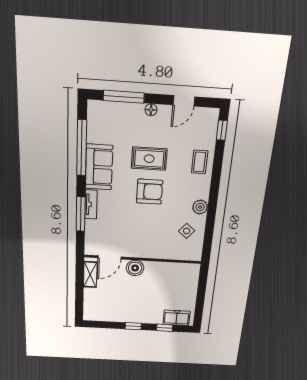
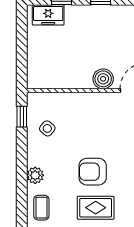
plant: (200, 207) -> (35, 175), moved
window: (208, 242) -> (22, 117), added

